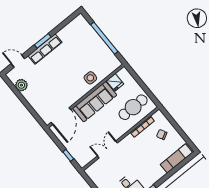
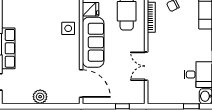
plant: (21, 85) -> (40, 97), moved

